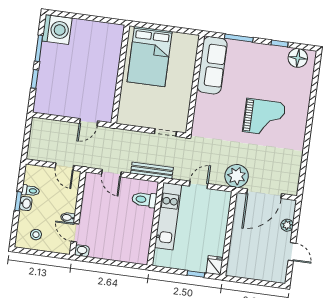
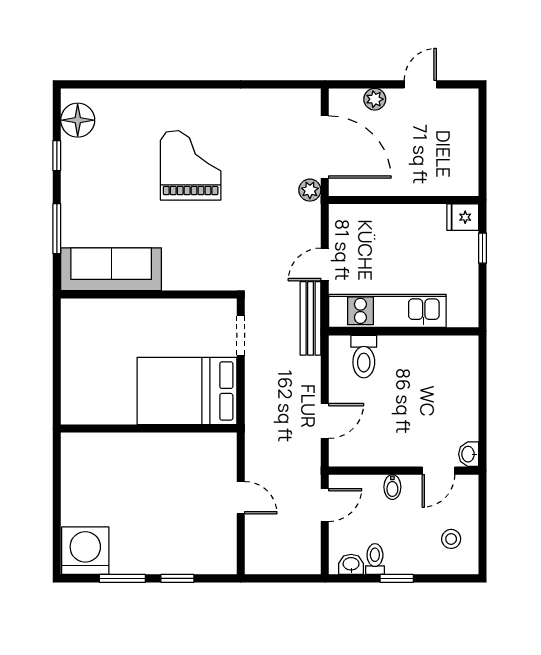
bed: (150, 57) -> (187, 391), moved, turned 180
door: (89, 122) -> (241, 498), moved
bench: (152, 170) -> (311, 318), moved
plant: (237, 176) -> (310, 190), width x0.53, depth x0.53
door: (199, 185) -> (325, 264), hinge flipped
washbasin: (26, 204) -> (351, 564), moved
bidet: (68, 218) -> (392, 487), moved

